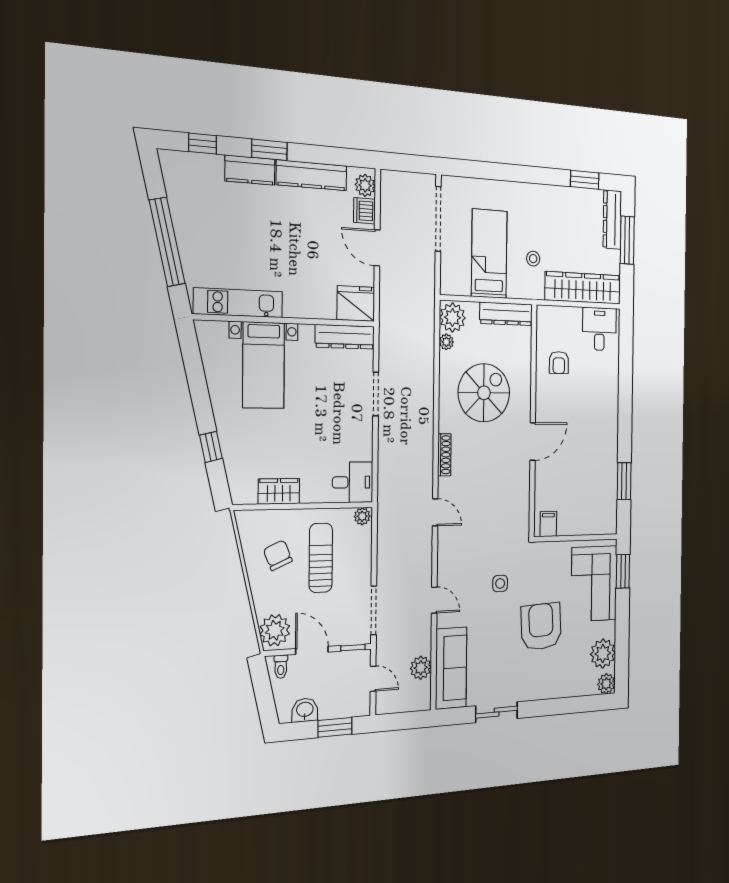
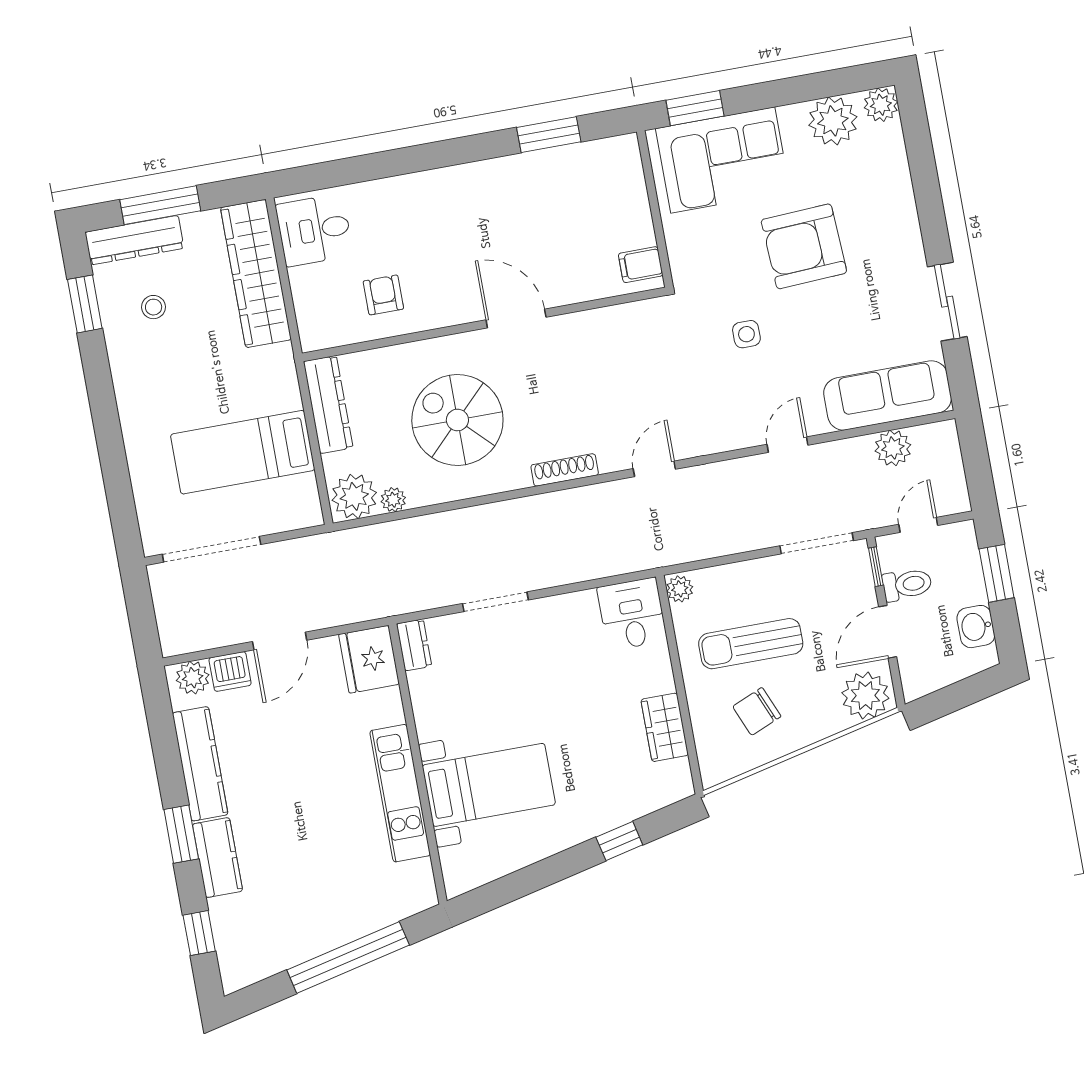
stool: (533, 259) -> (154, 307), moved
kitchen unit: (238, 303) -> (400, 793), moved
dresser: (345, 337) -> (414, 645), width x0.51, depth x0.80
armchair: (559, 363) -> (383, 295), turned -90
toilet: (281, 667) -> (907, 584), moved, width x1.37, depth x1.39

